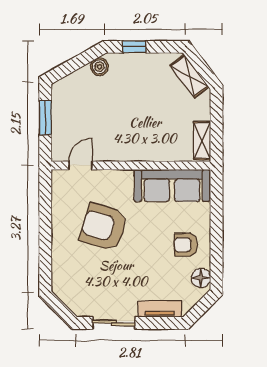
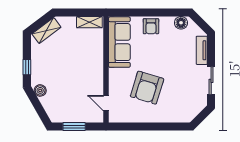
armchair: (186, 245) -> (151, 26), moved

